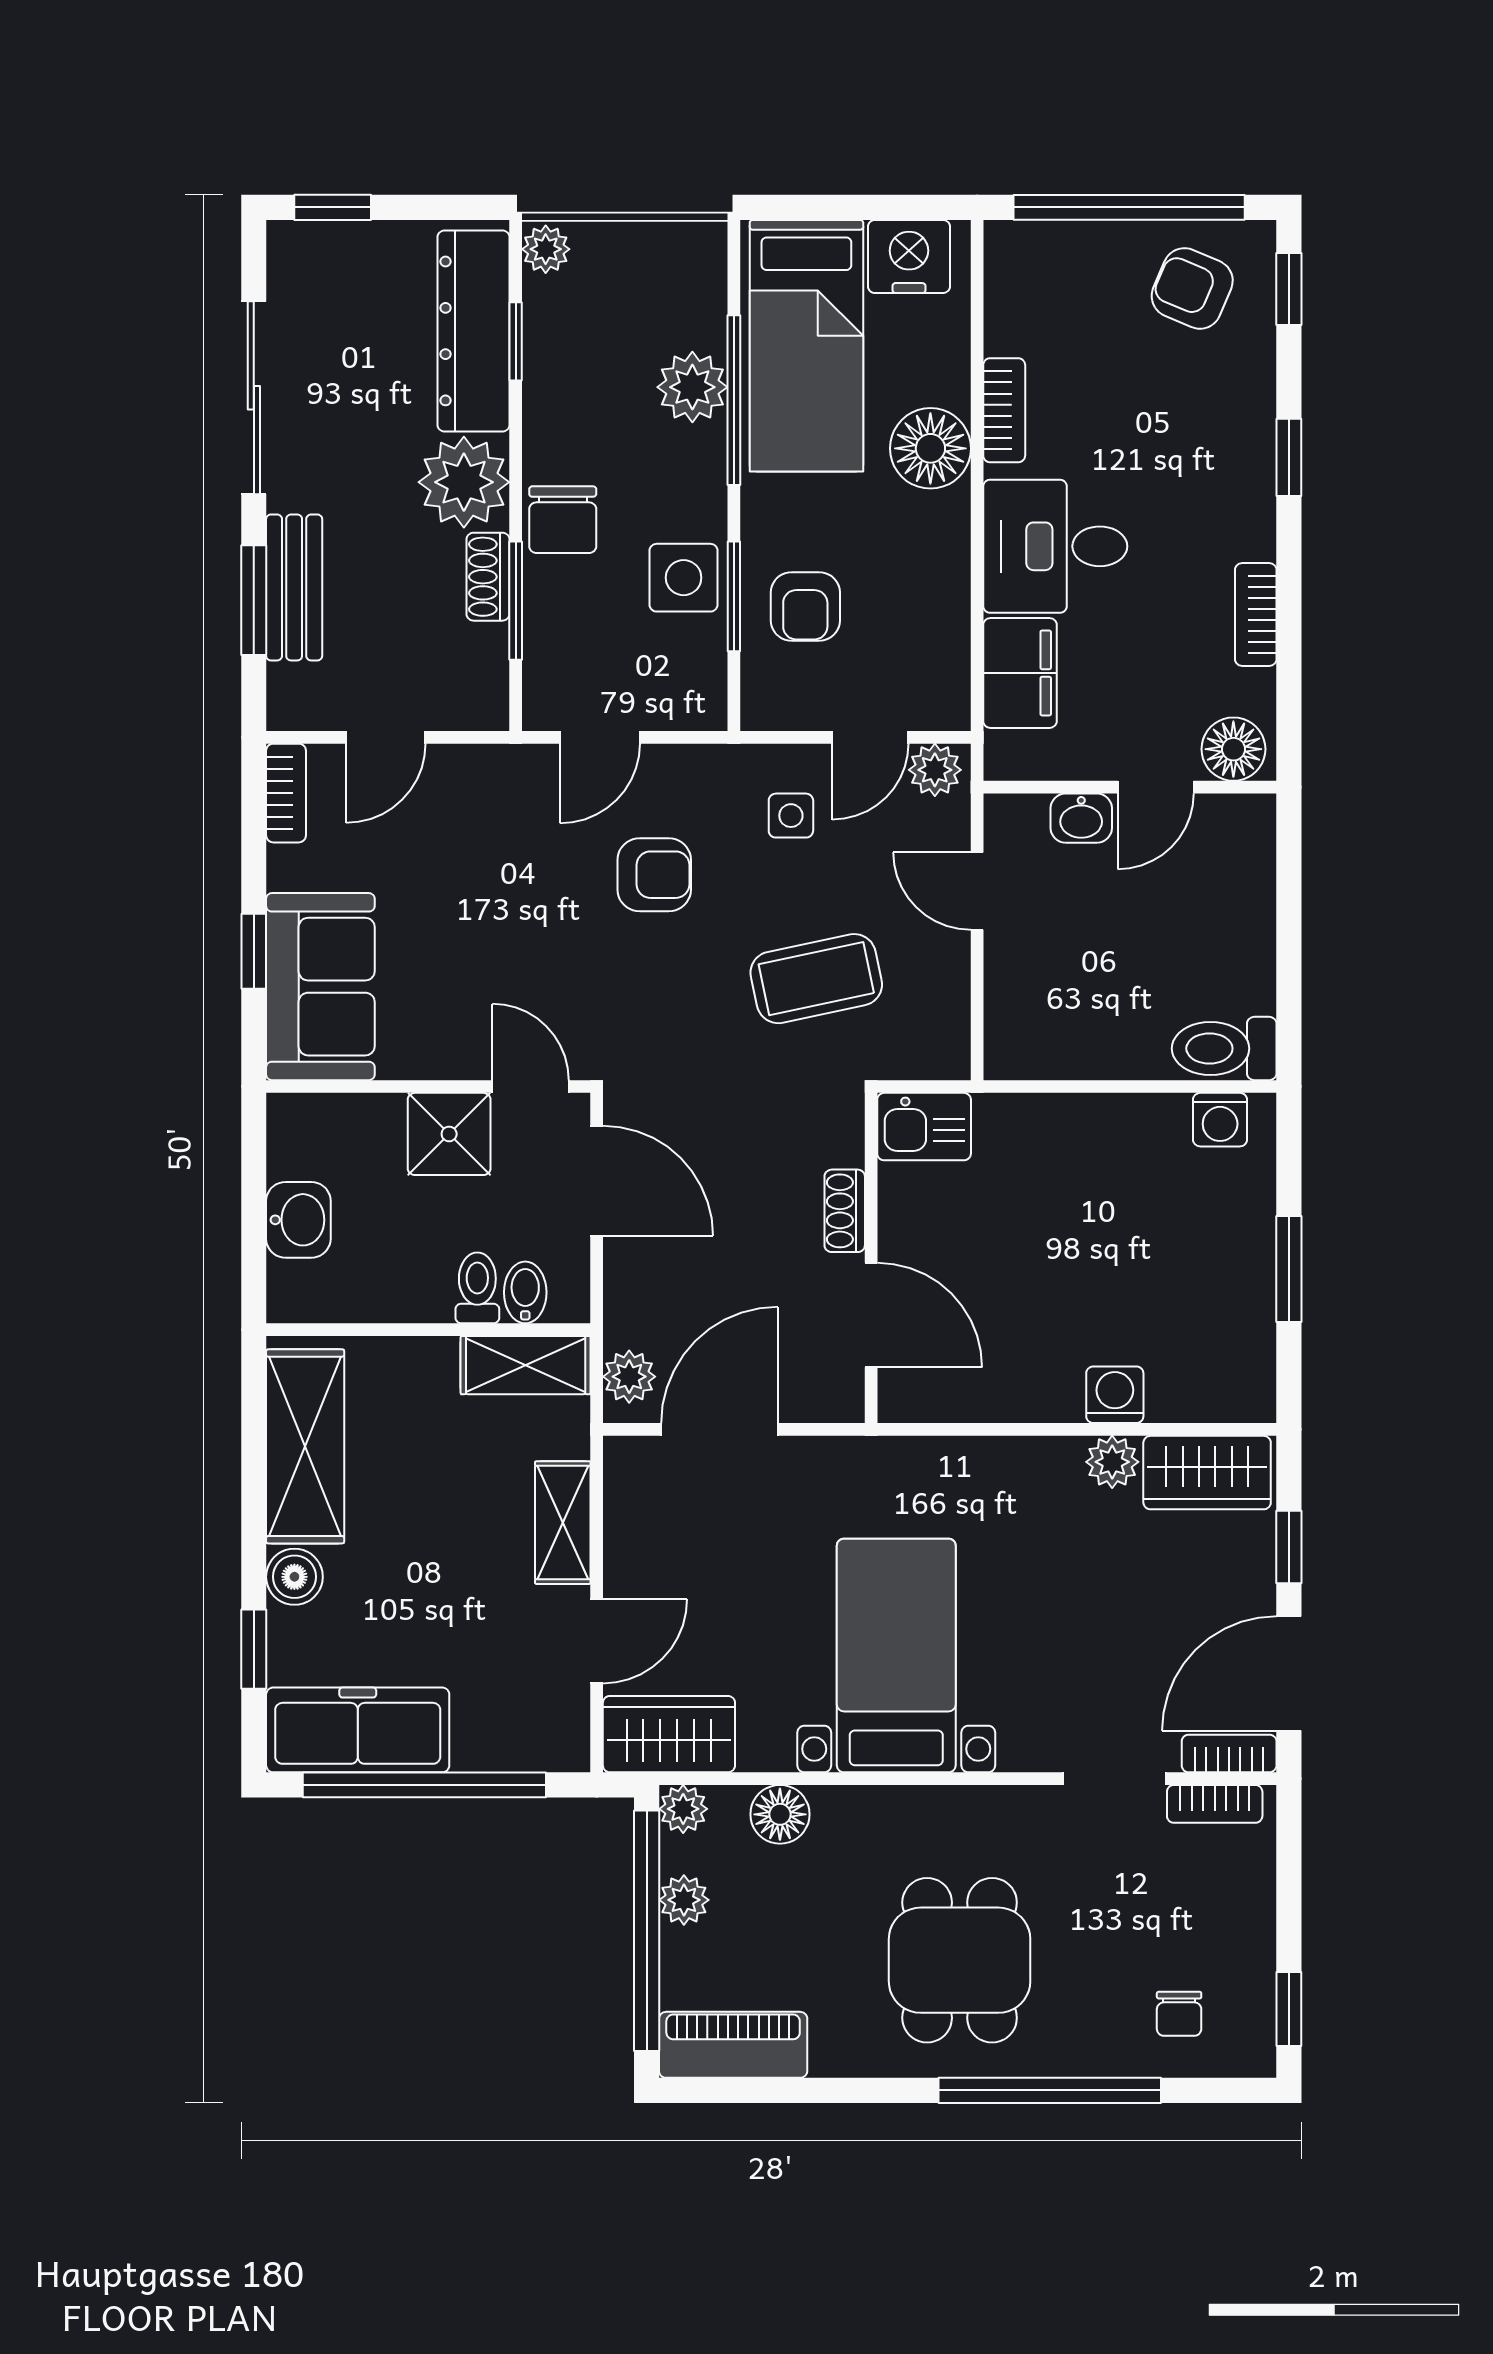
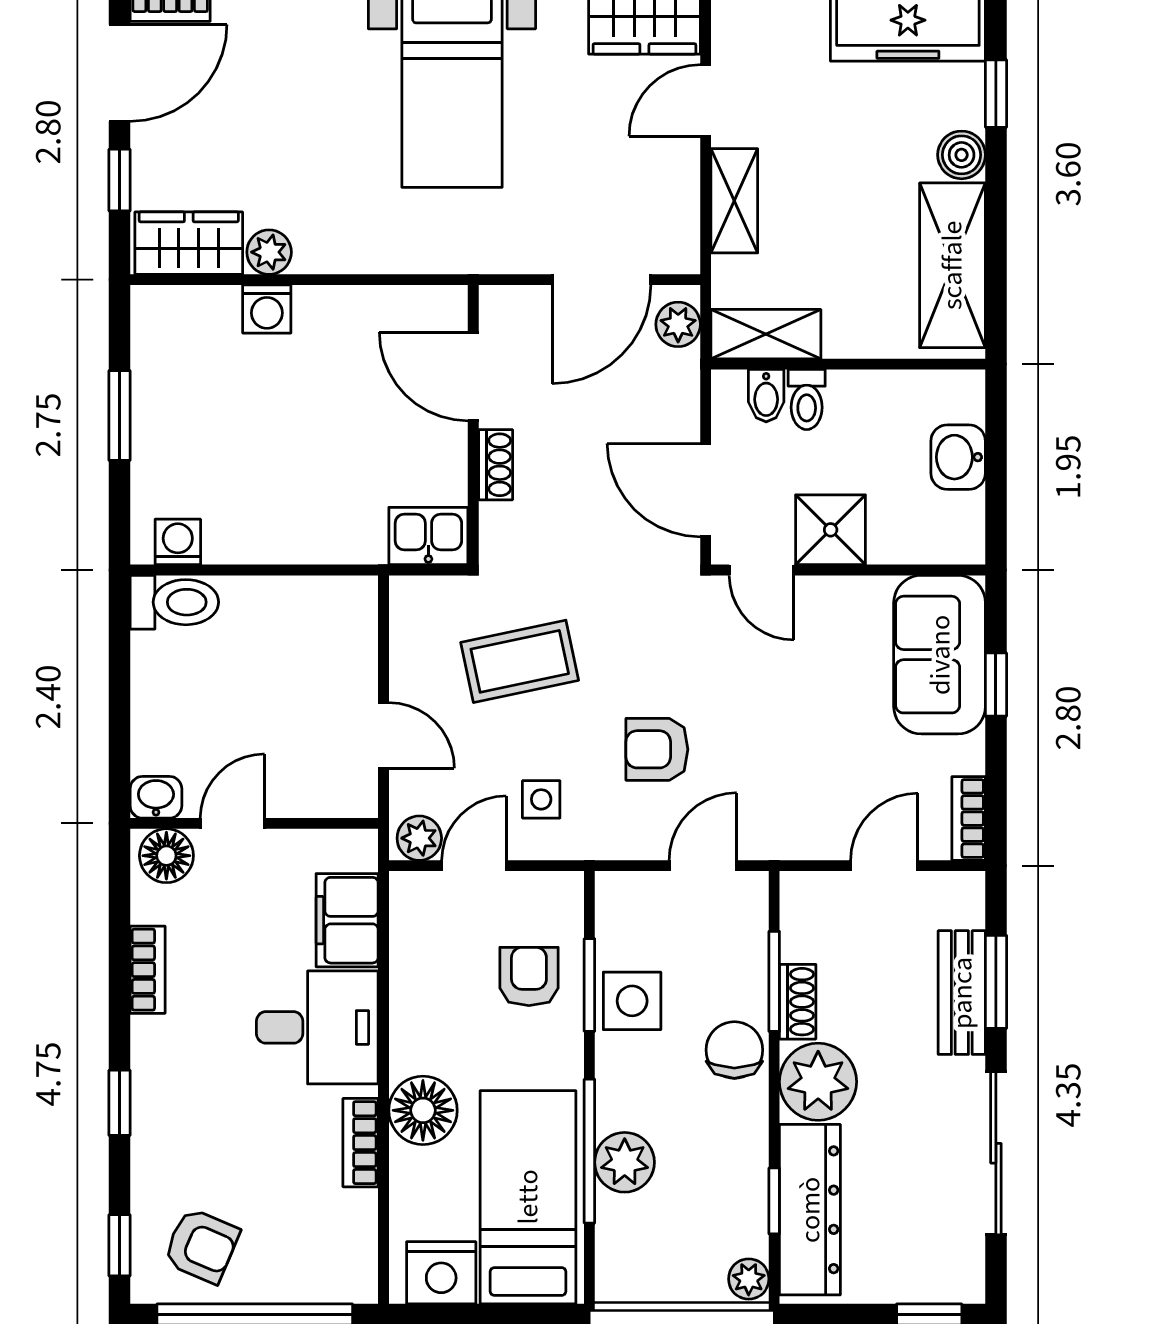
washbasin: (1081, 818) -> (156, 797), moved

